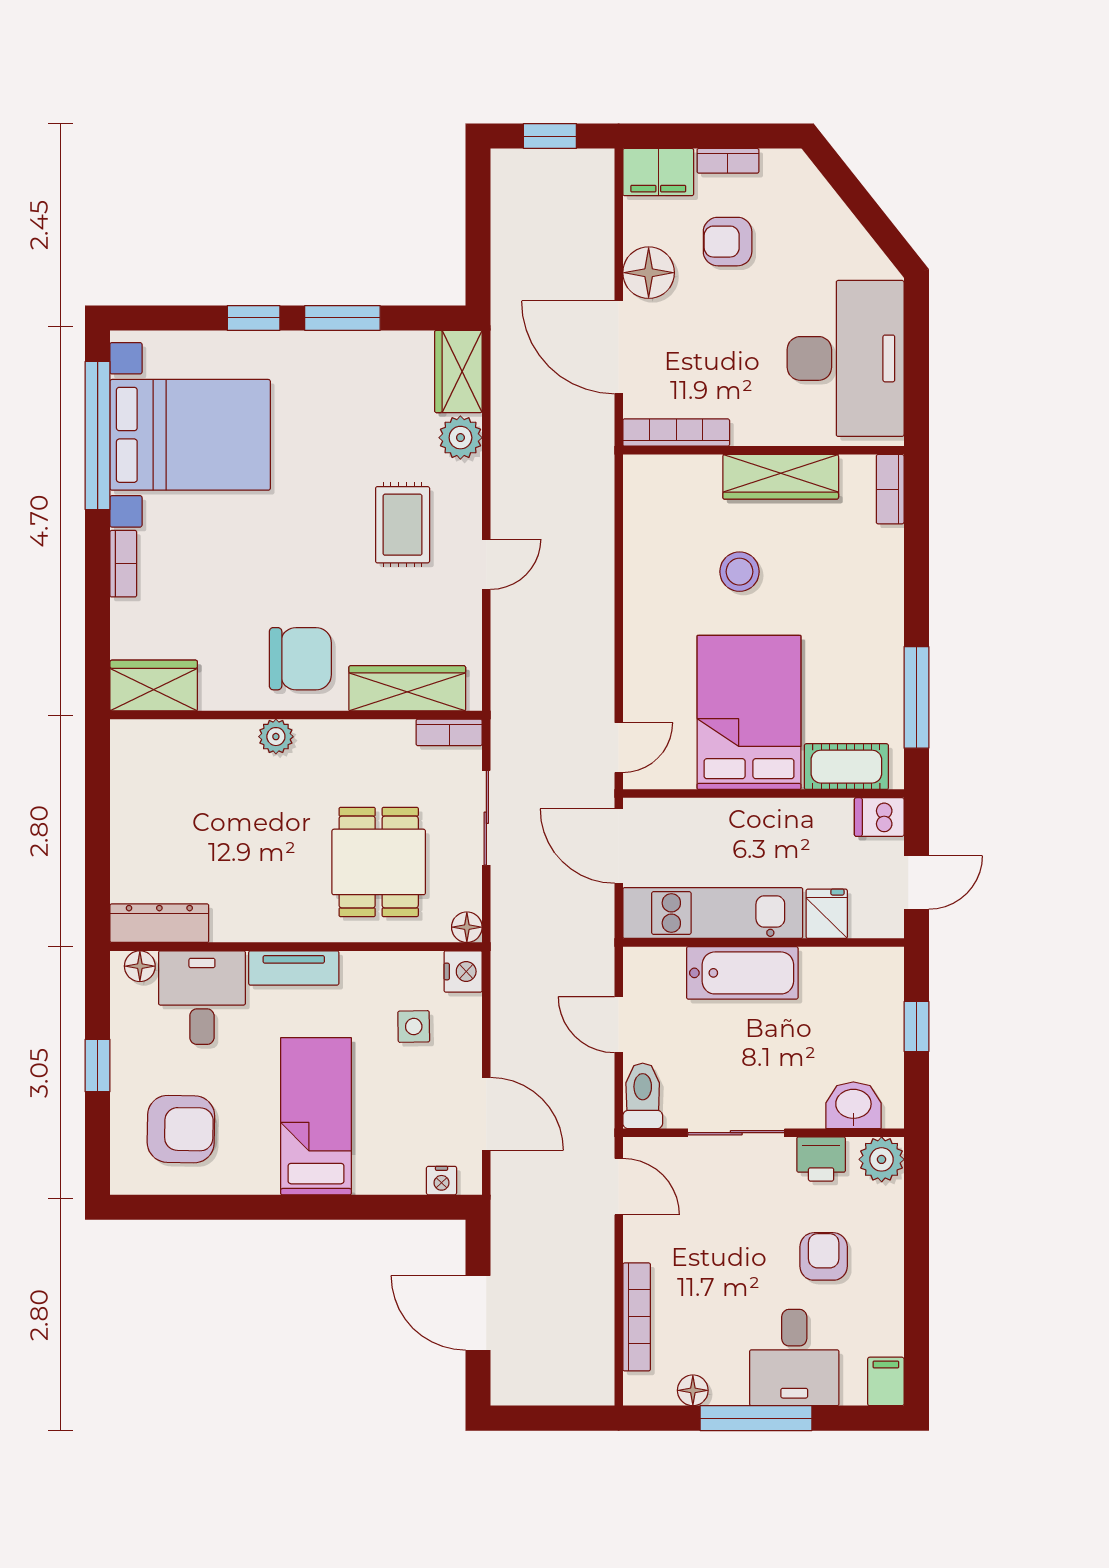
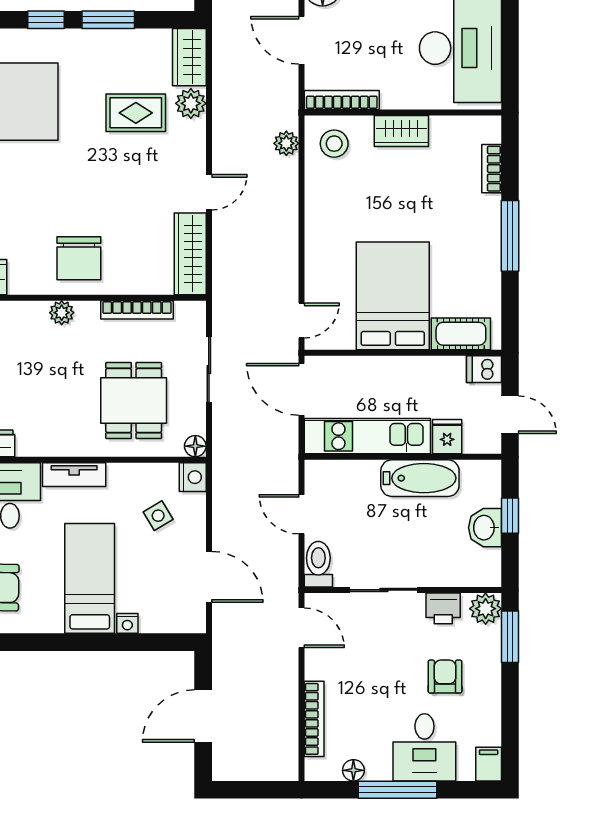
door: (619, 347) -> (302, 40), width x0.73
wardrobe: (781, 477) -> (401, 131), width x0.67
bookcase: (890, 489) -> (492, 169), moved
plant: (597, 495) -> (286, 143), added
rug: (403, 525) -> (136, 113), moved, turned 90
stool: (739, 572) -> (334, 144), moved
chair: (300, 659) -> (79, 258), turned 90
wardrobe: (407, 688) -> (190, 254), moved, turned -90
window: (916, 697) -> (510, 236), moved
bookcase: (449, 732) -> (137, 310), moved, width x1.56
door: (916, 882) -> (510, 415), hinge flipped
bathtub: (742, 973) -> (420, 478), moved
side table: (414, 1027) -> (158, 516), turned -30
washbasin: (853, 1105) -> (485, 528), moved, turned -90
nightstand: (442, 1181) -> (127, 623), moved
window: (916, 1200) -> (510, 637), added
door: (478, 1313) -> (203, 716), hinge flipped

